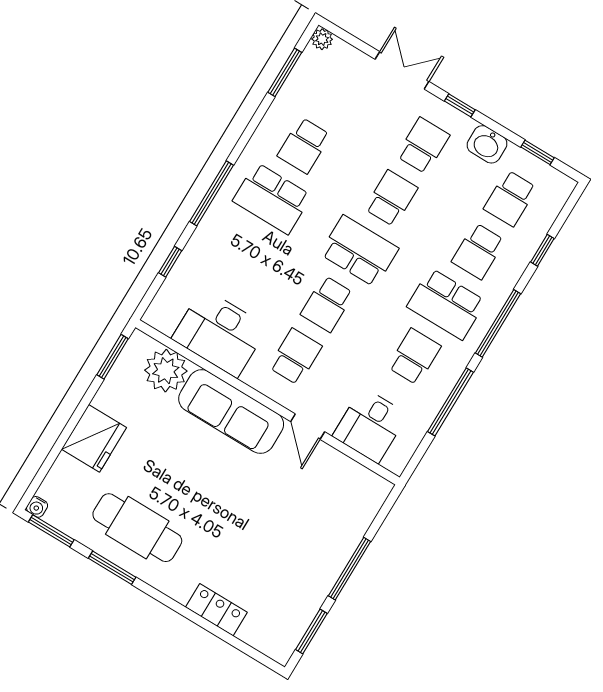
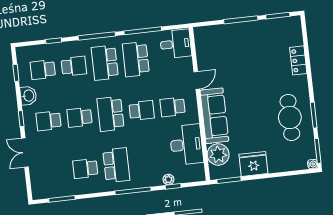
plant: (322, 39) -> (168, 179), moved
school desk: (304, 146) -> (85, 169), turned 180
school desk: (510, 198) -> (43, 70), turned 180
school desk: (446, 304) -> (105, 63), turned 180
school desk: (414, 357) -> (136, 59), width x1.85
desk: (370, 425) -> (176, 44), moved
fridge: (94, 438) -> (253, 164), moved

